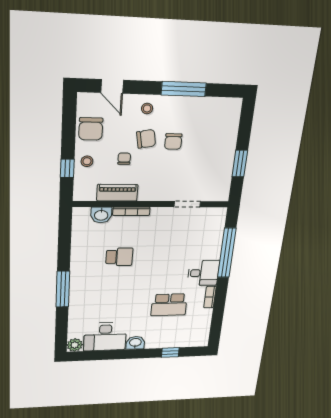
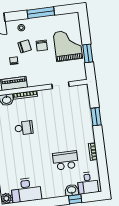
grand piano: (213, 147) -> (68, 45), added
window: (227, 253) -> (96, 117), width x0.47
desk: (203, 273) -> (88, 183), moved, turned 90
school desk: (169, 305) -> (65, 160), turned 180
washbasin: (135, 343) -> (72, 190), moved

